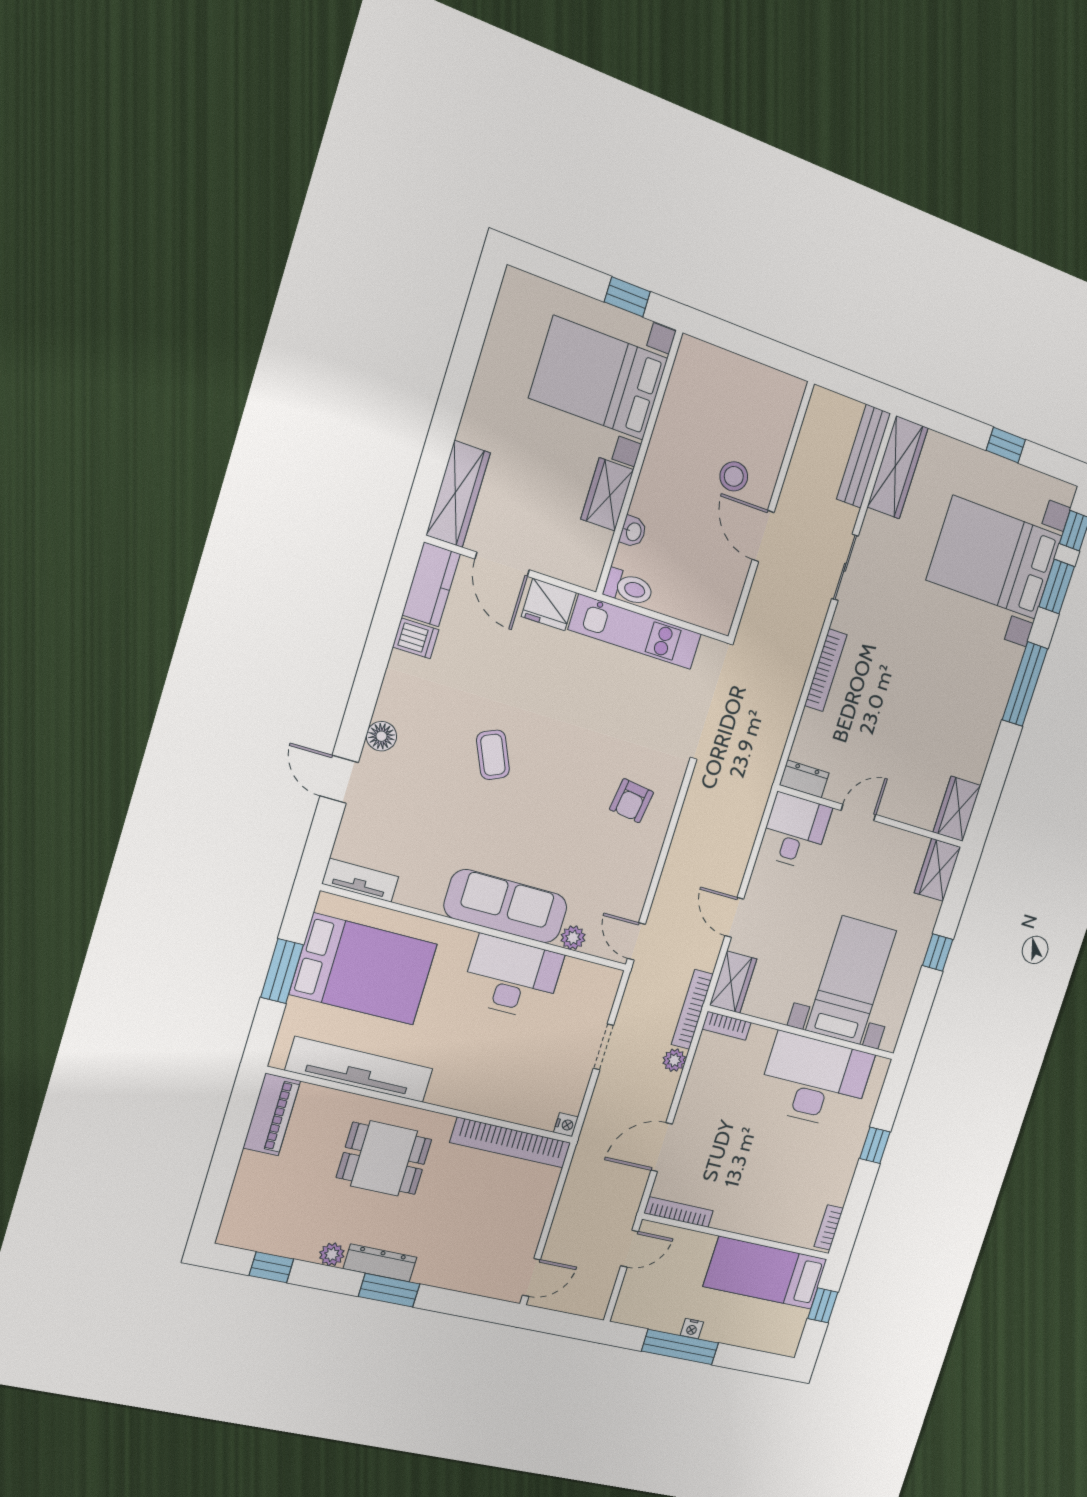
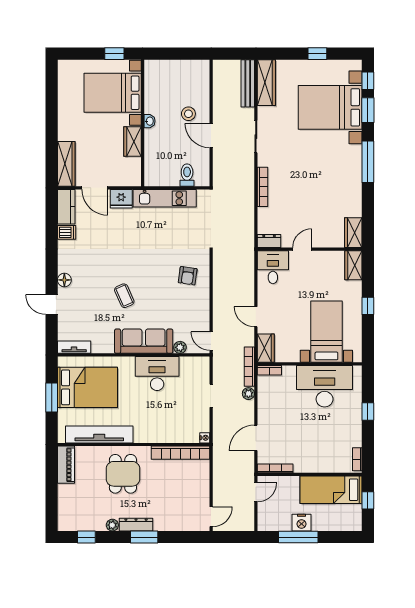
washbasin: (633, 532) -> (149, 121), moved
toilet: (629, 588) -> (187, 175), moved, turned -90
coffee table: (493, 755) -> (124, 296), moved
dining table: (384, 1158) -> (123, 474), turned 90
nightstand: (692, 1329) -> (301, 523), width x1.89, depth x1.79

